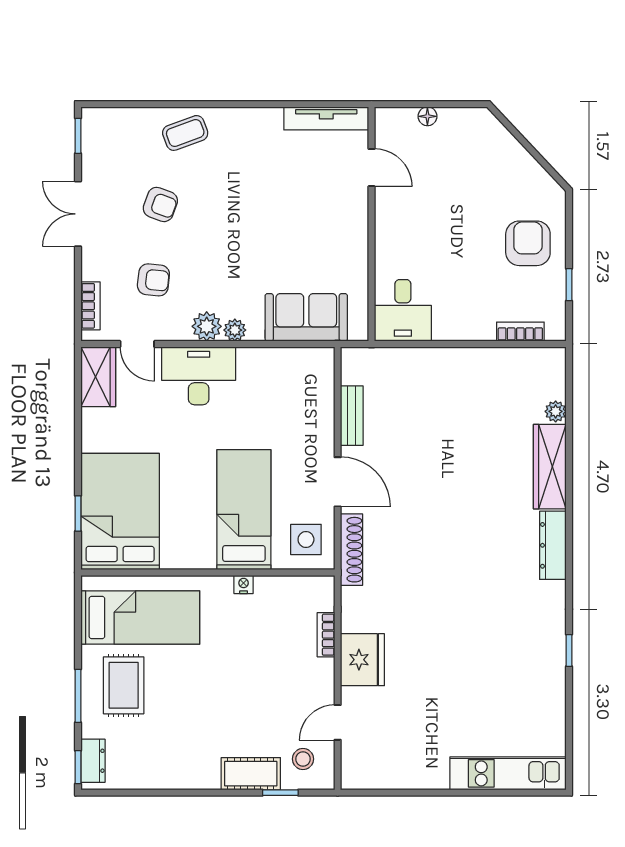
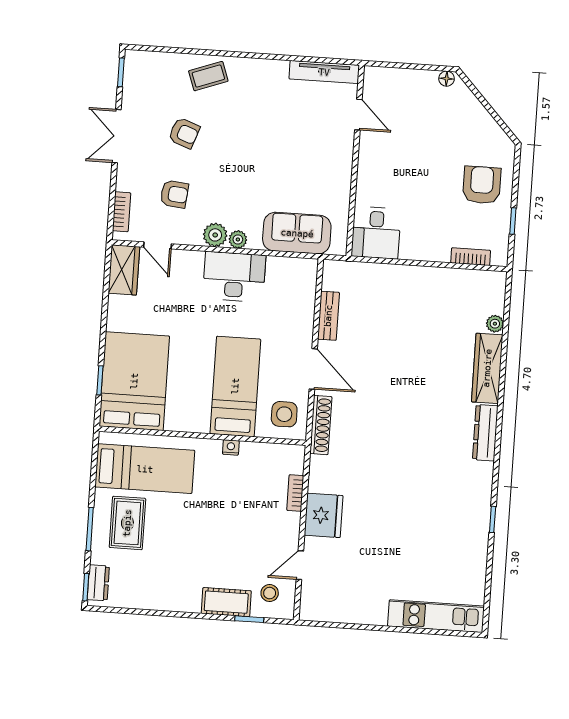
floor lamp: (427, 116) -> (447, 79), moved
desk: (199, 376) -> (234, 277), moved

